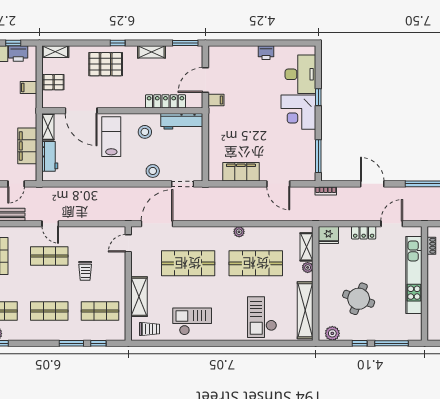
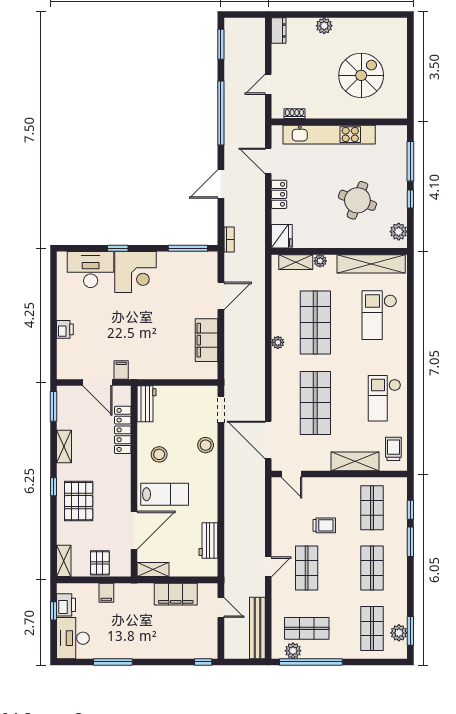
printer: (266, 53) -> (65, 329), moved
workbench: (182, 121) -> (147, 404), width x0.73
lab bench: (111, 137) -> (165, 494), turned 180
workbench: (50, 156) -> (208, 541), moved, turned -90
checkout: (262, 317) -> (379, 315), turned 90

